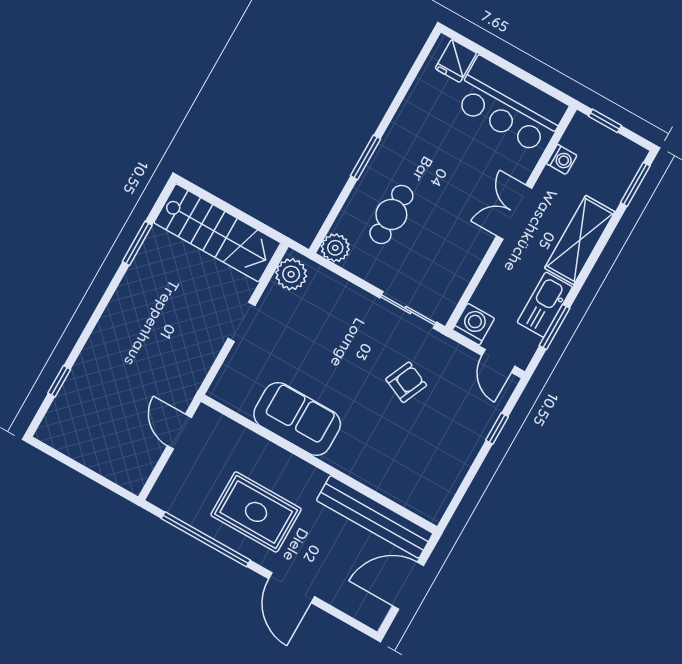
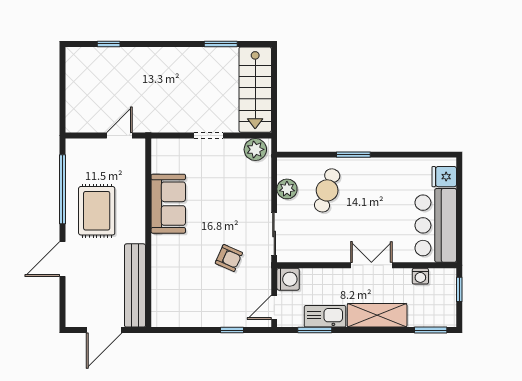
cafe table: (391, 214) -> (327, 190), turned -71
plant: (335, 248) -> (287, 189), moved
door: (408, 586) -> (104, 330), swing flipped

